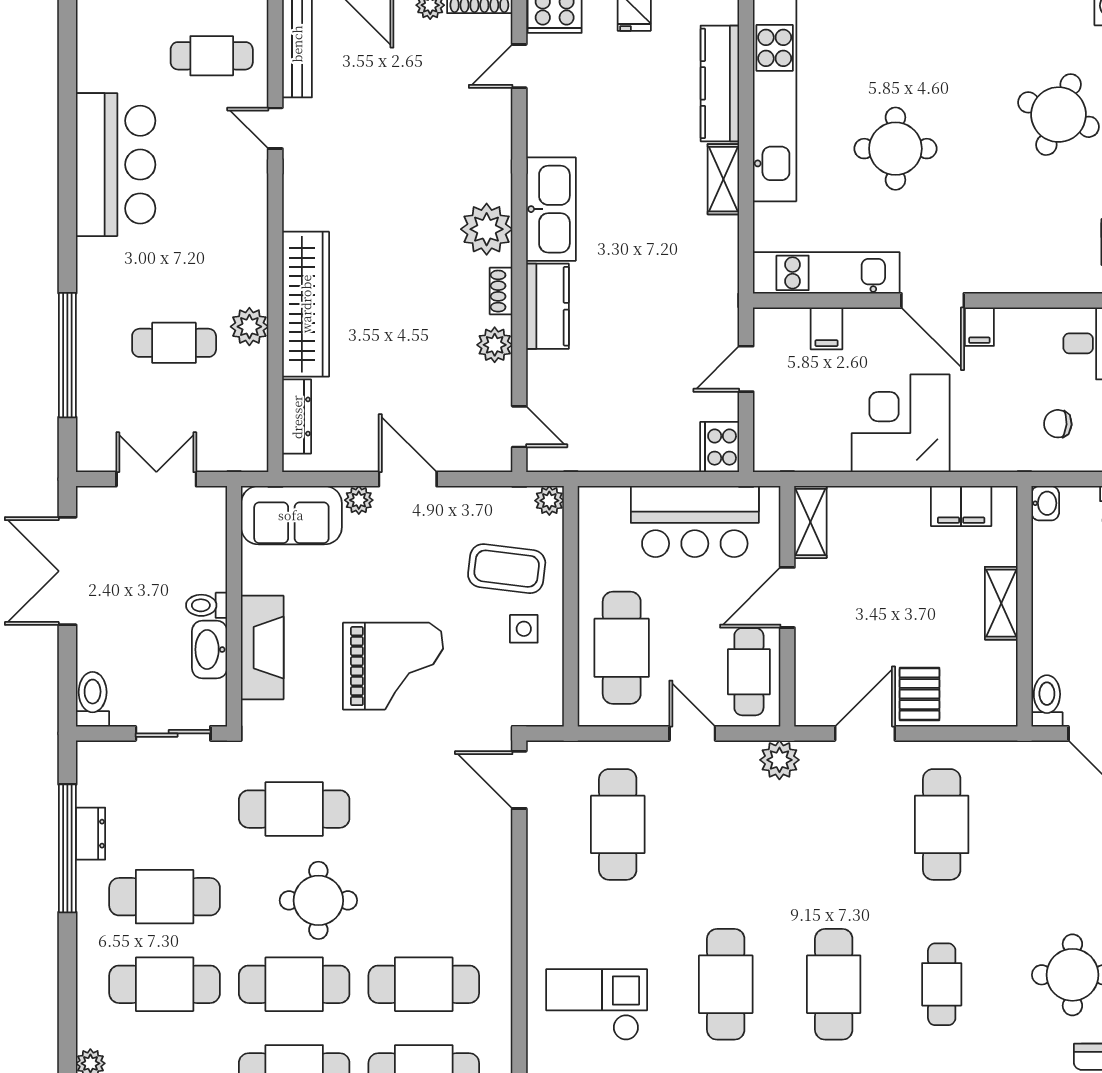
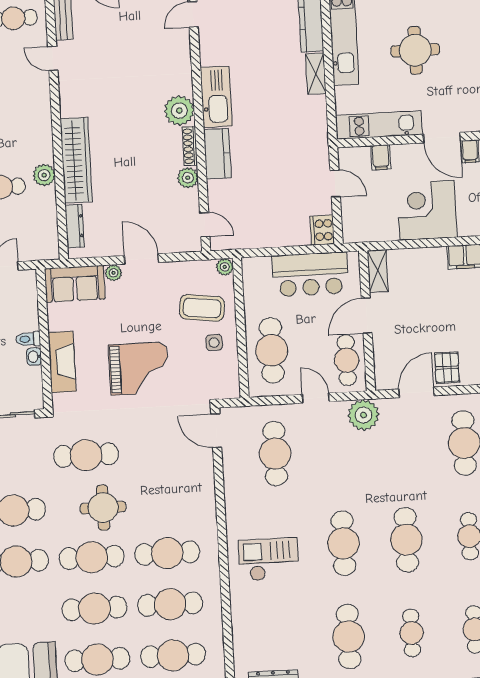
shoe rack: (501, 291) -> (190, 146), width x1.43
door: (746, 369) -> (335, 184), swing flipped
washbasin: (210, 650) -> (34, 357), width x0.52, depth x0.69
plant: (779, 760) -> (363, 415), width x1.36, depth x1.36

